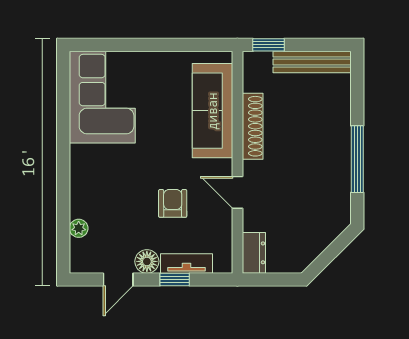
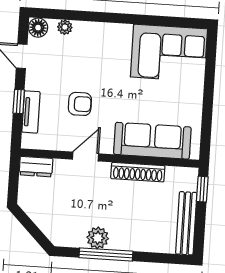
plant: (337, 171) -> (98, 238), added
floor lamp: (147, 261) -> (38, 28), moved

